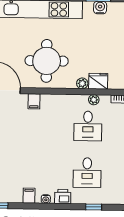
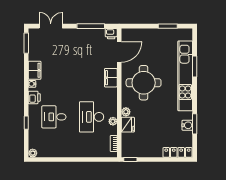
filing cabinet: (34, 101) -> (111, 78), width x2.00
desk: (88, 126) -> (92, 117), width x1.37
filing cabinet: (29, 196) -> (35, 70), width x2.00

